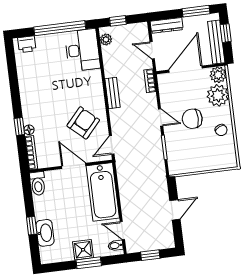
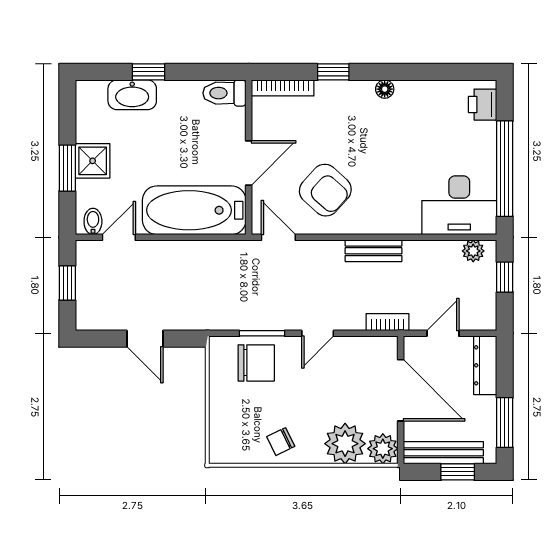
chair: (192, 119) -> (256, 363), moved, turned 90
floor lamp: (29, 130) -> (385, 89), moved

